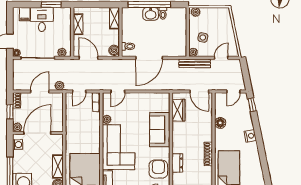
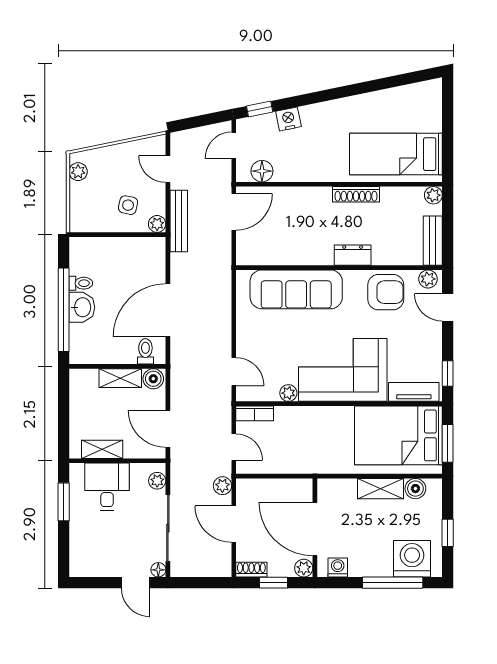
plant: (196, 12) -> (78, 172), moved
filing cabinet: (25, 14) -> (82, 554), removed
shelving: (114, 18) -> (120, 378), moved
desk: (42, 19) -> (107, 487), moved, turned 90
door: (89, 58) -> (168, 429), hinge flipped
door: (149, 58) -> (168, 310), swing flipped
door: (233, 91) -> (234, 145), swing flipped
wardrobe: (178, 110) -> (270, 253), removed
floor lamp: (220, 123) -> (262, 171), moved
sofa: (160, 130) -> (296, 289), width x1.36
nightstand: (250, 136) -> (288, 119), moved
dresser: (177, 163) -> (353, 255), moved
armchair: (158, 169) -> (386, 292), turned 180

